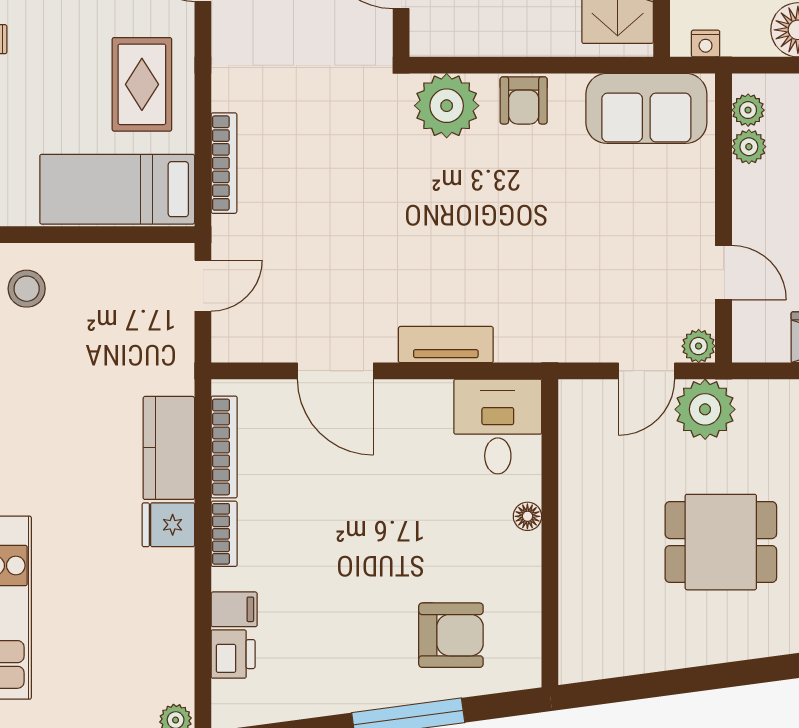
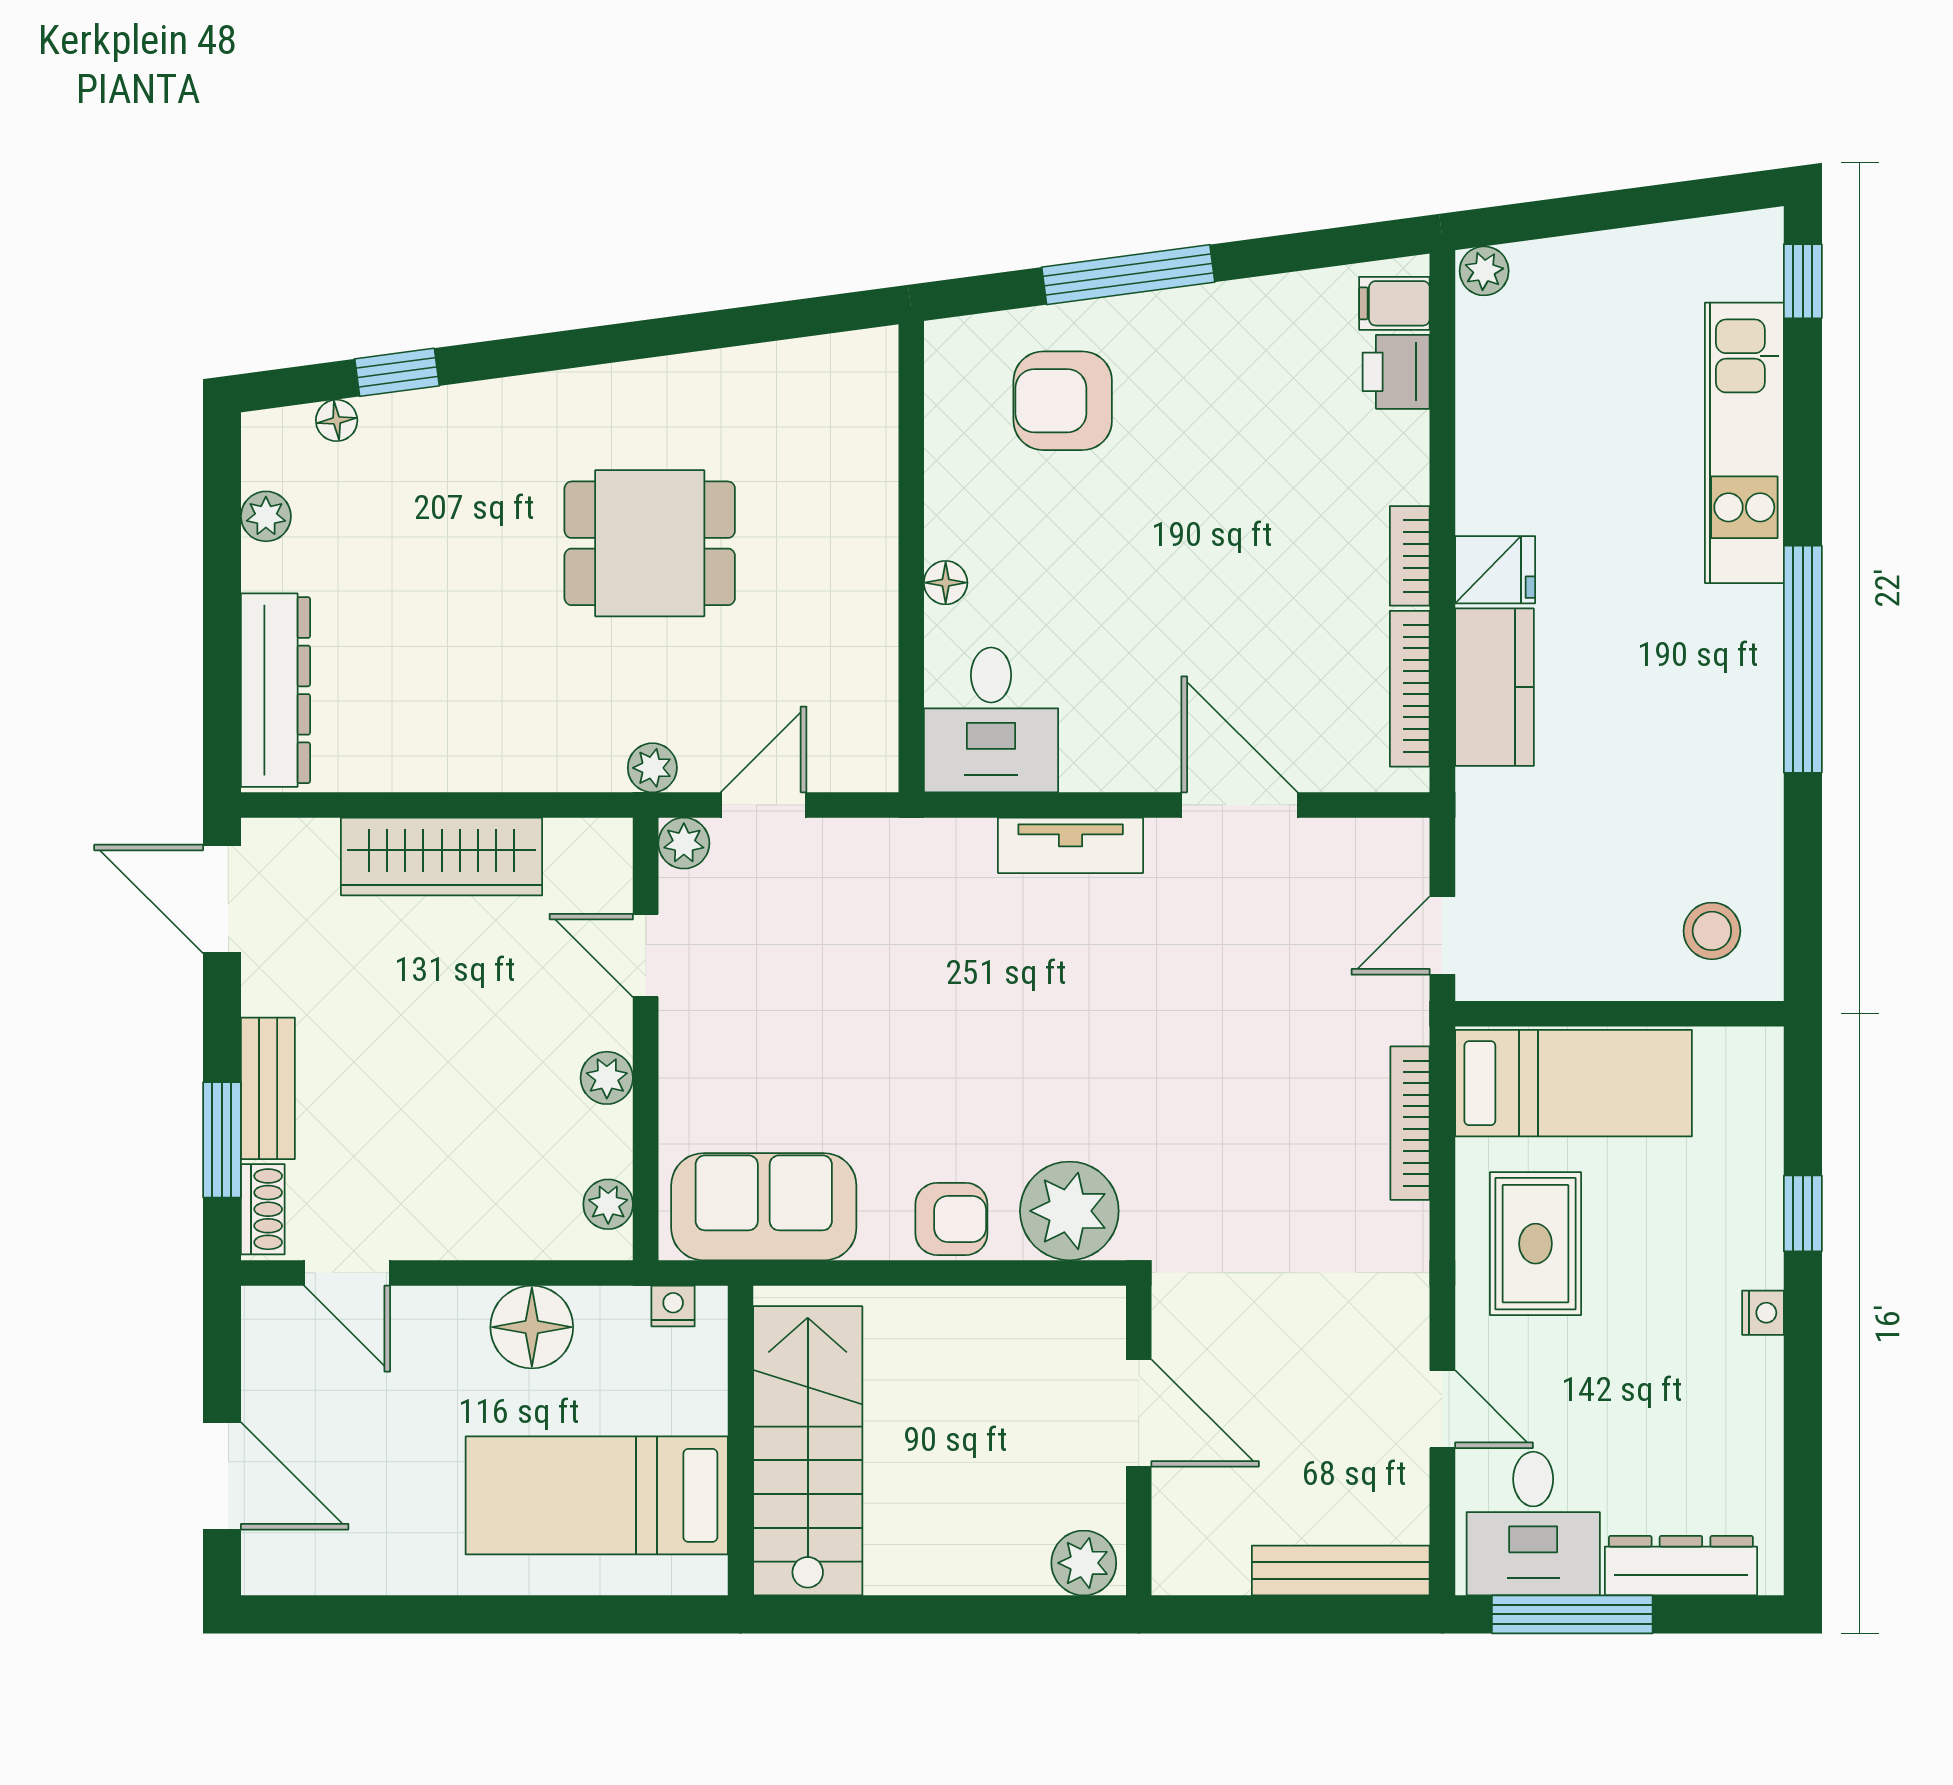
armchair: (524, 100) -> (951, 1219), turned 90
plant: (749, 147) -> (607, 1078), moved
plant: (705, 409) -> (652, 768), width x0.53, depth x0.53
filing cabinet: (234, 609) -> (1394, 303), moved

